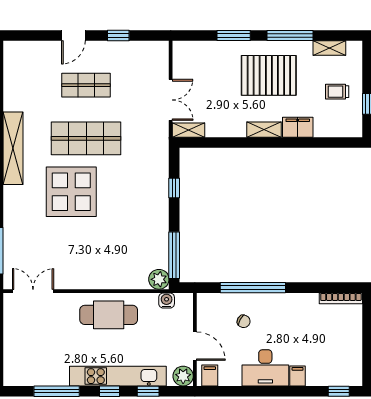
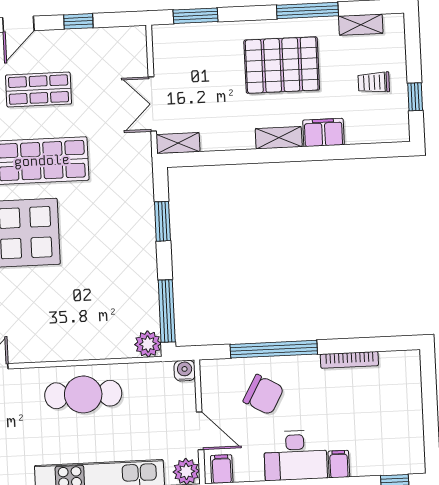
window: (234, 35) -> (195, 16), moved
double door: (171, 100) -> (152, 104), swing flipped
window: (174, 188) -> (162, 221), width x1.50
bookcase: (341, 298) -> (349, 360), moved
water cooler: (167, 301) -> (185, 371), moved
chair: (244, 321) -> (264, 395), width x1.87, depth x1.87

